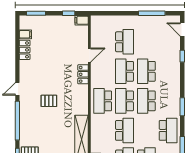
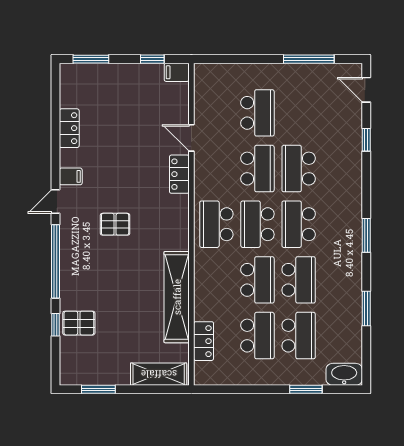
filing cabinet: (25, 34) -> (71, 176), moved
door: (89, 55) -> (191, 138), swing flipped
school desk: (125, 71) -> (257, 169), turned 180
school desk: (168, 130) -> (299, 280), moved

